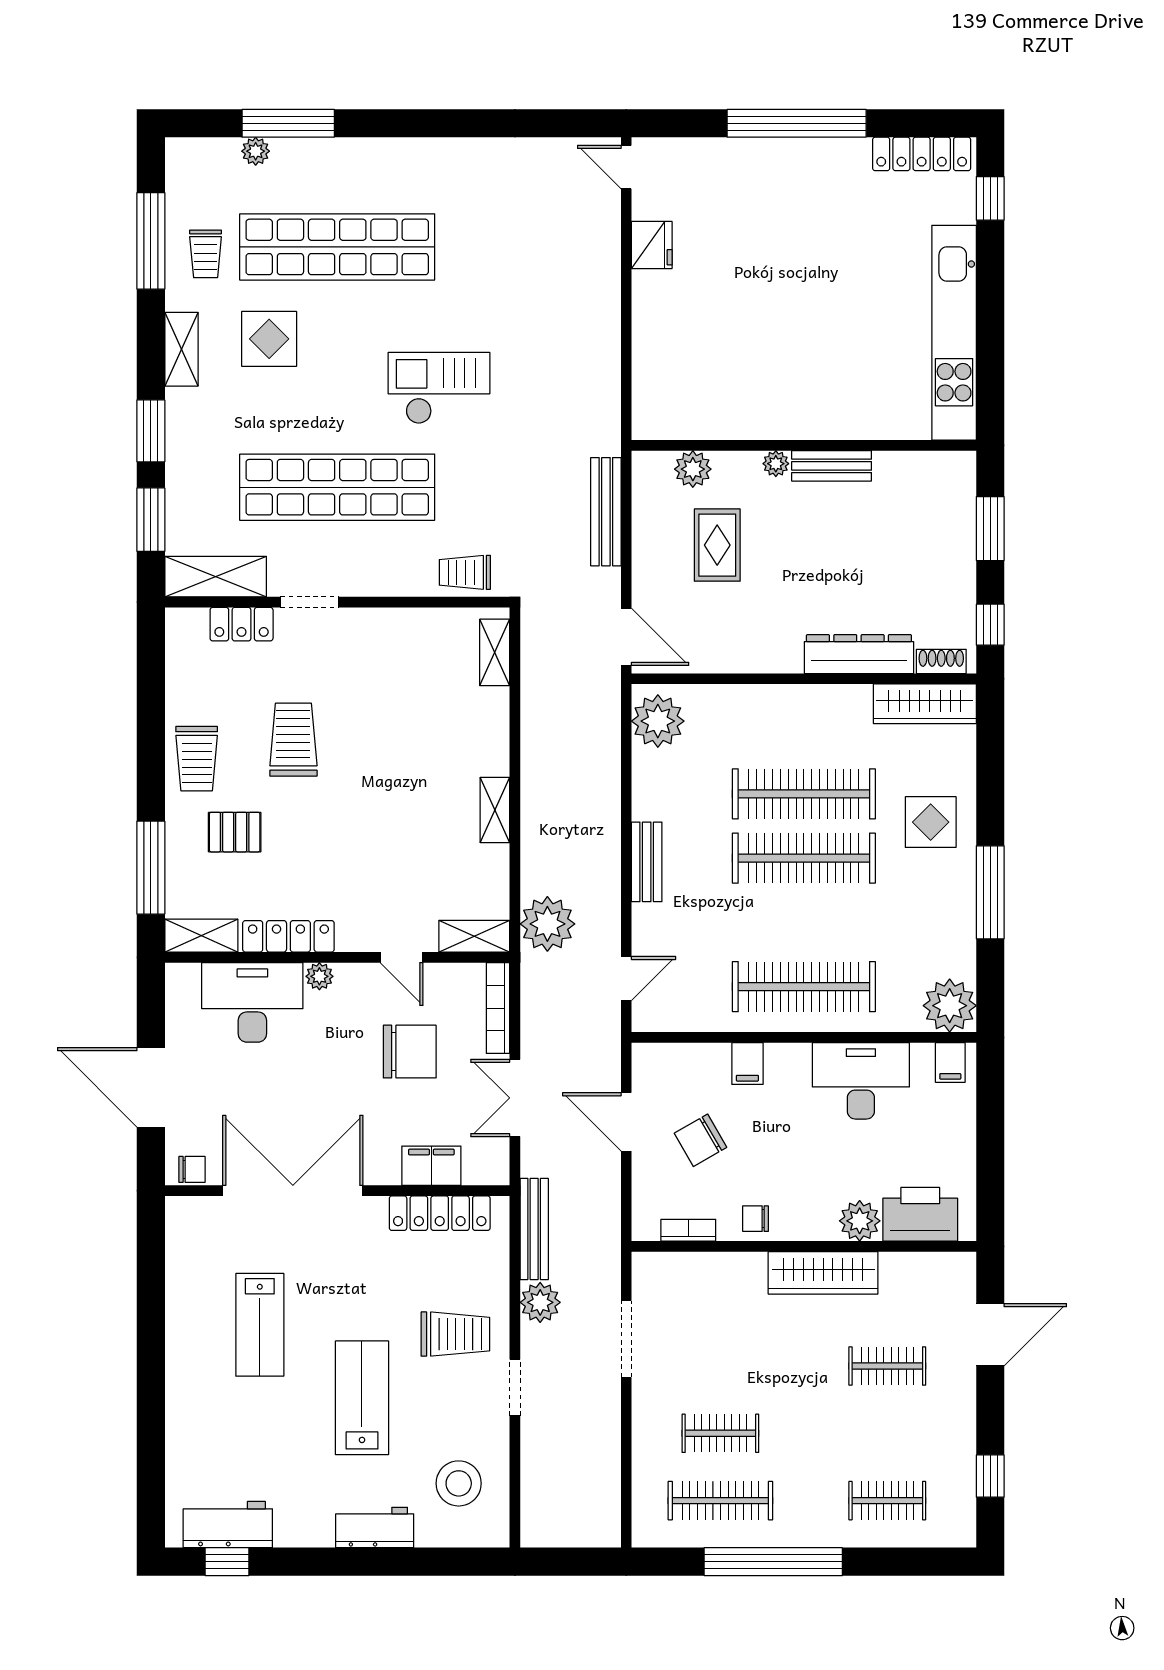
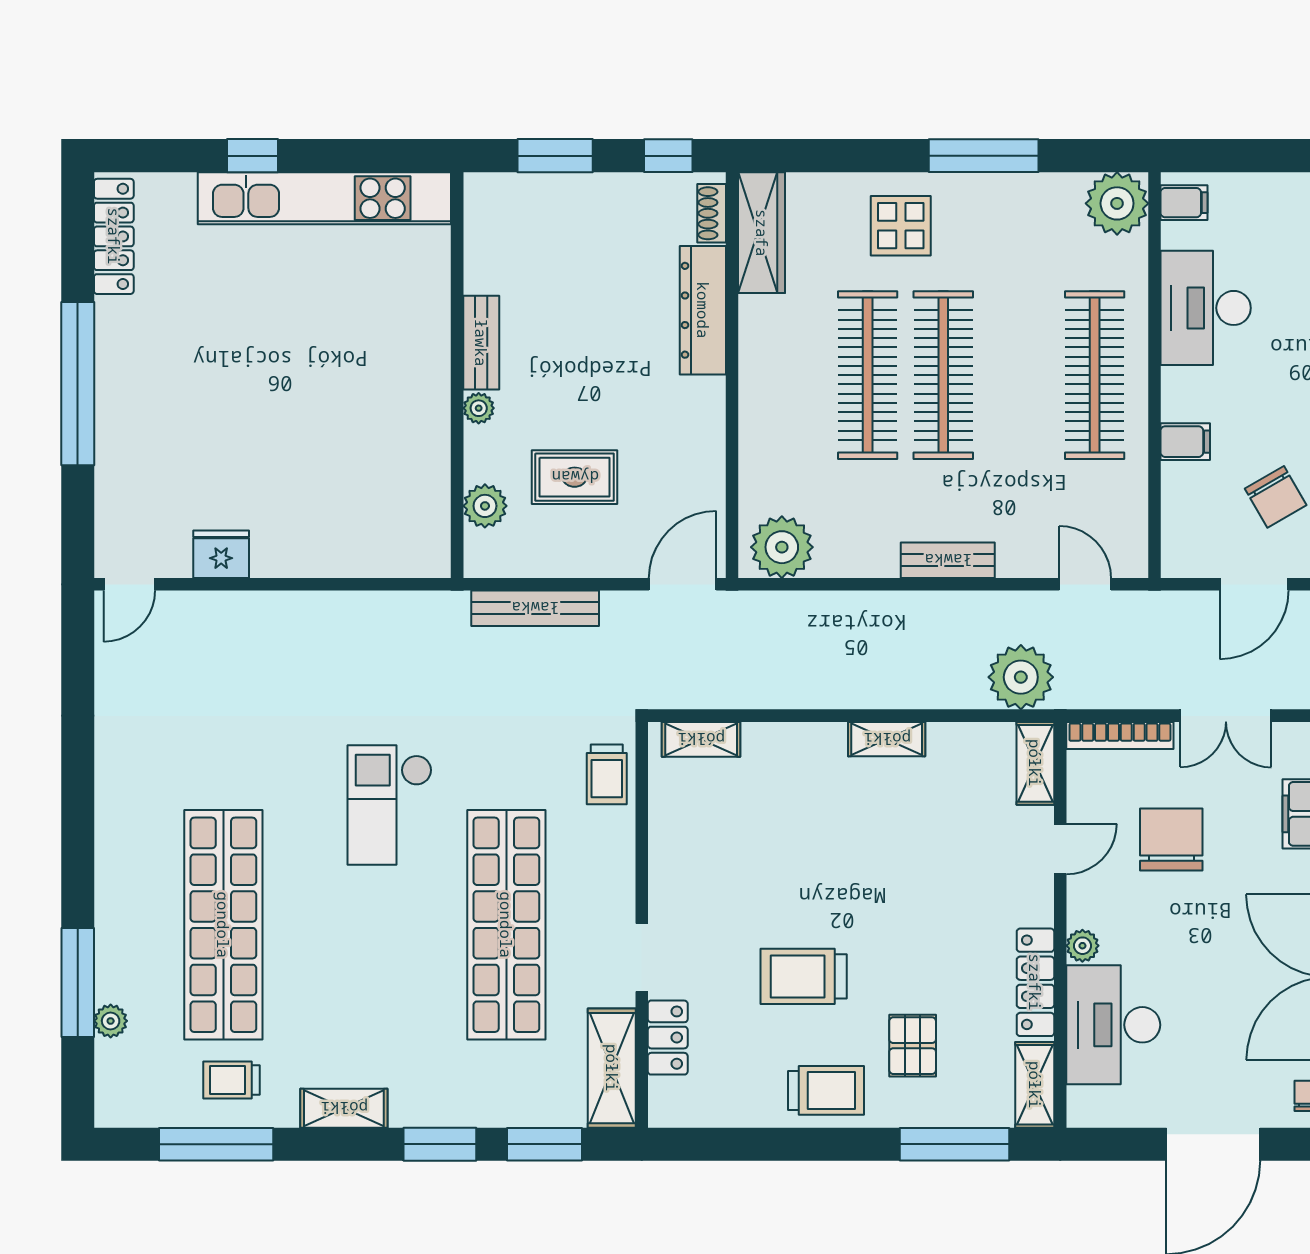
window: (990, 198) -> (252, 156), moved
trolley: (206, 254) -> (232, 1080), turned 180
display table: (269, 339) -> (332, 1005), removed

